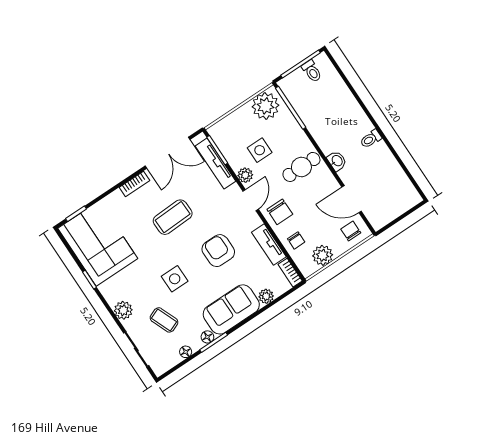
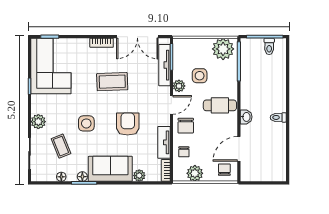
door: (352, 199) -> (239, 149), hinge flipped

